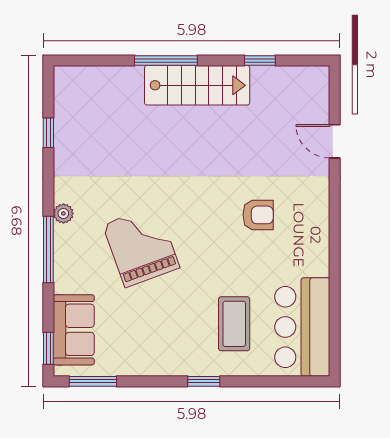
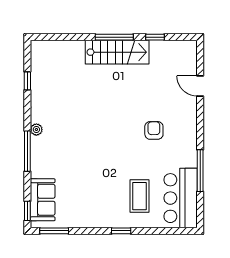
window: (166, 60) -> (114, 37), moved
armchair: (258, 215) -> (154, 130), turned -91
grand piano: (141, 246) -> (83, 149), removed
window: (335, 282) -> (200, 171), added

